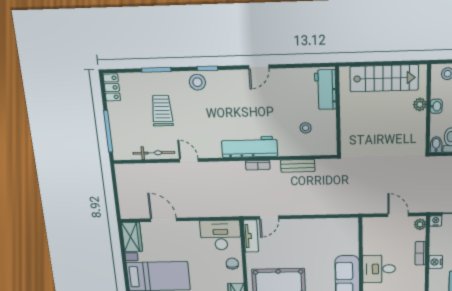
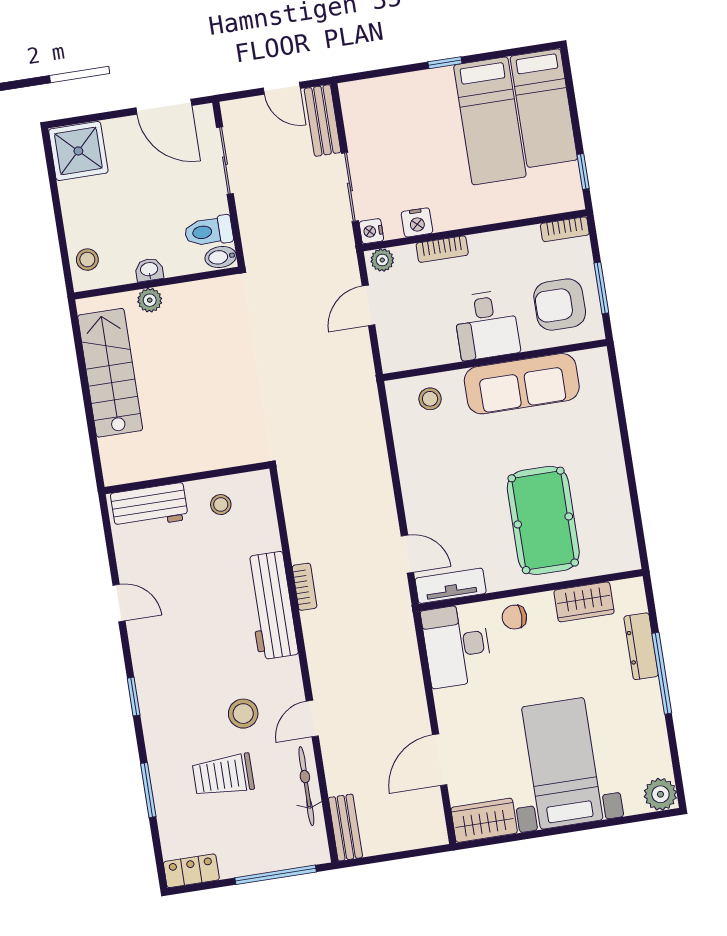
stool: (197, 82) -> (243, 714), moved
workbench: (325, 90) -> (149, 506), moved
wall: (338, 112) -> (187, 478), moved
bench: (298, 166) -> (345, 828), moved
stool: (346, 238) -> (430, 399), added
nightstand: (436, 262) -> (417, 222), moved

